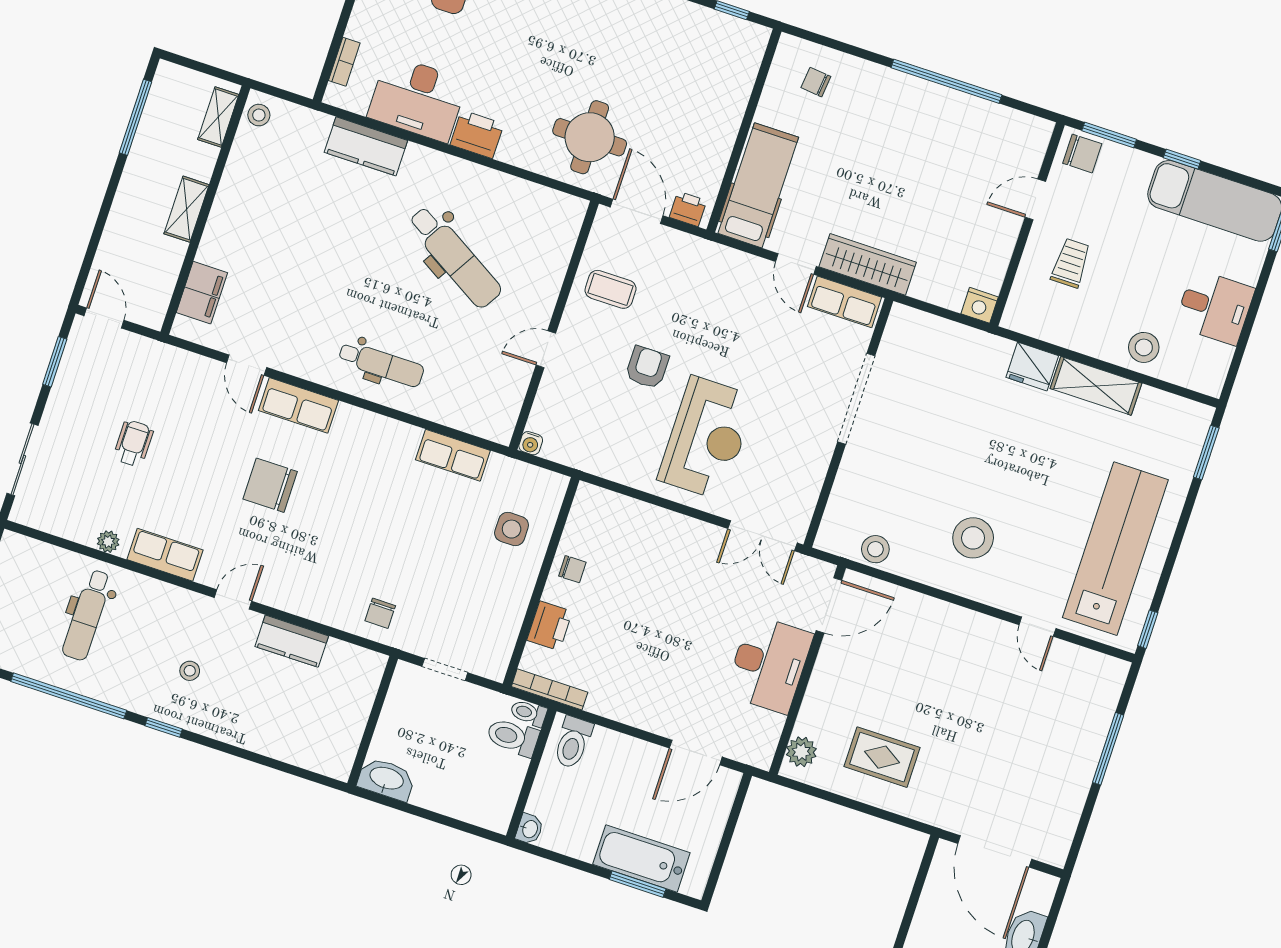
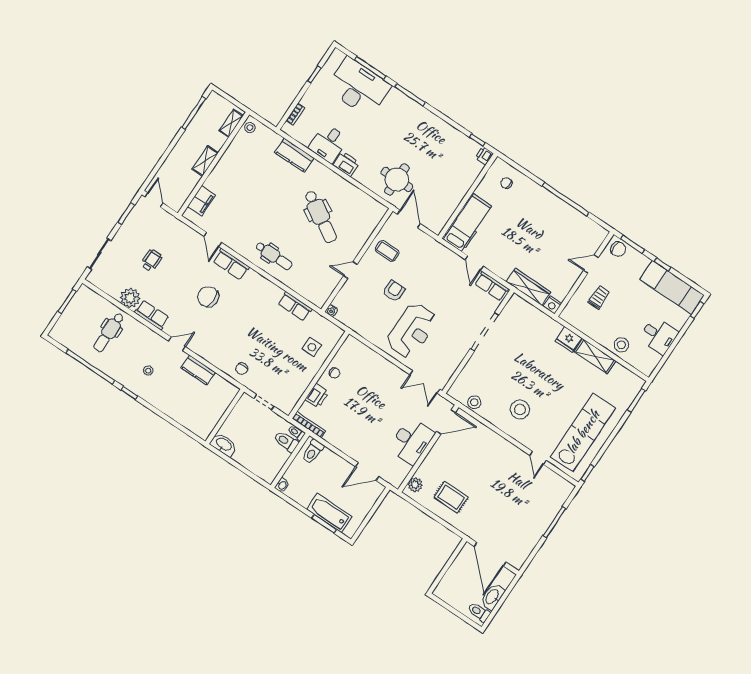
desk: (417, 99) -> (328, 143), width x0.73
printer: (688, 209) -> (484, 156), moved, turned -90
wardrobe: (868, 264) -> (529, 287), moved
plant: (108, 542) -> (130, 298), width x1.88, depth x1.88

